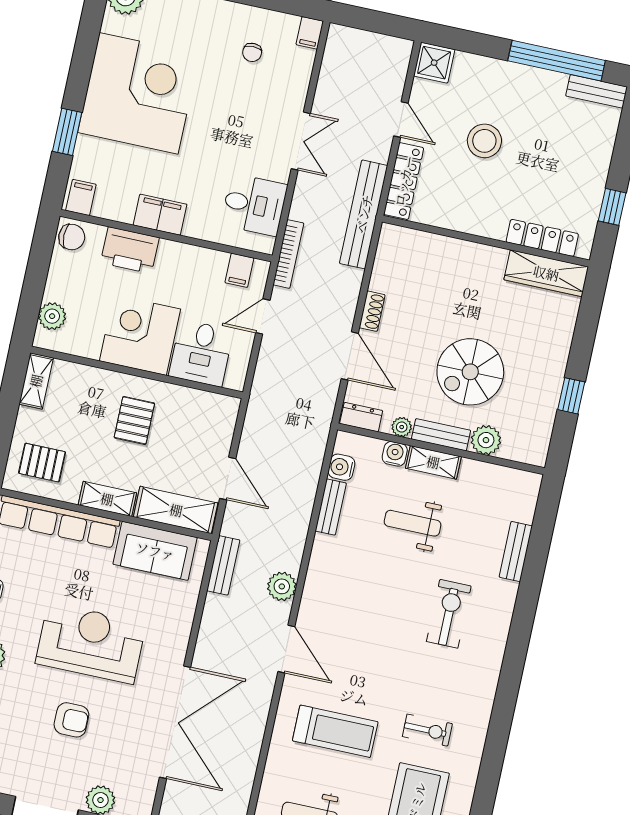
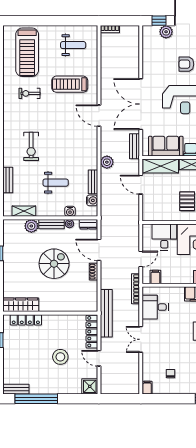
spiral stairs: (470, 372) -> (54, 264), moved
shelving: (433, 462) -> (24, 211), moved
plant: (282, 586) -> (107, 162), moved
double door: (175, 722) -> (141, 104), moved

